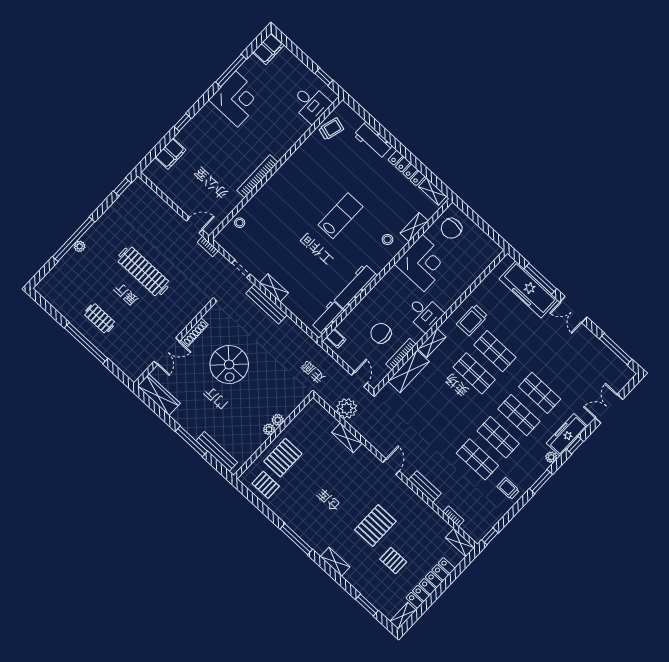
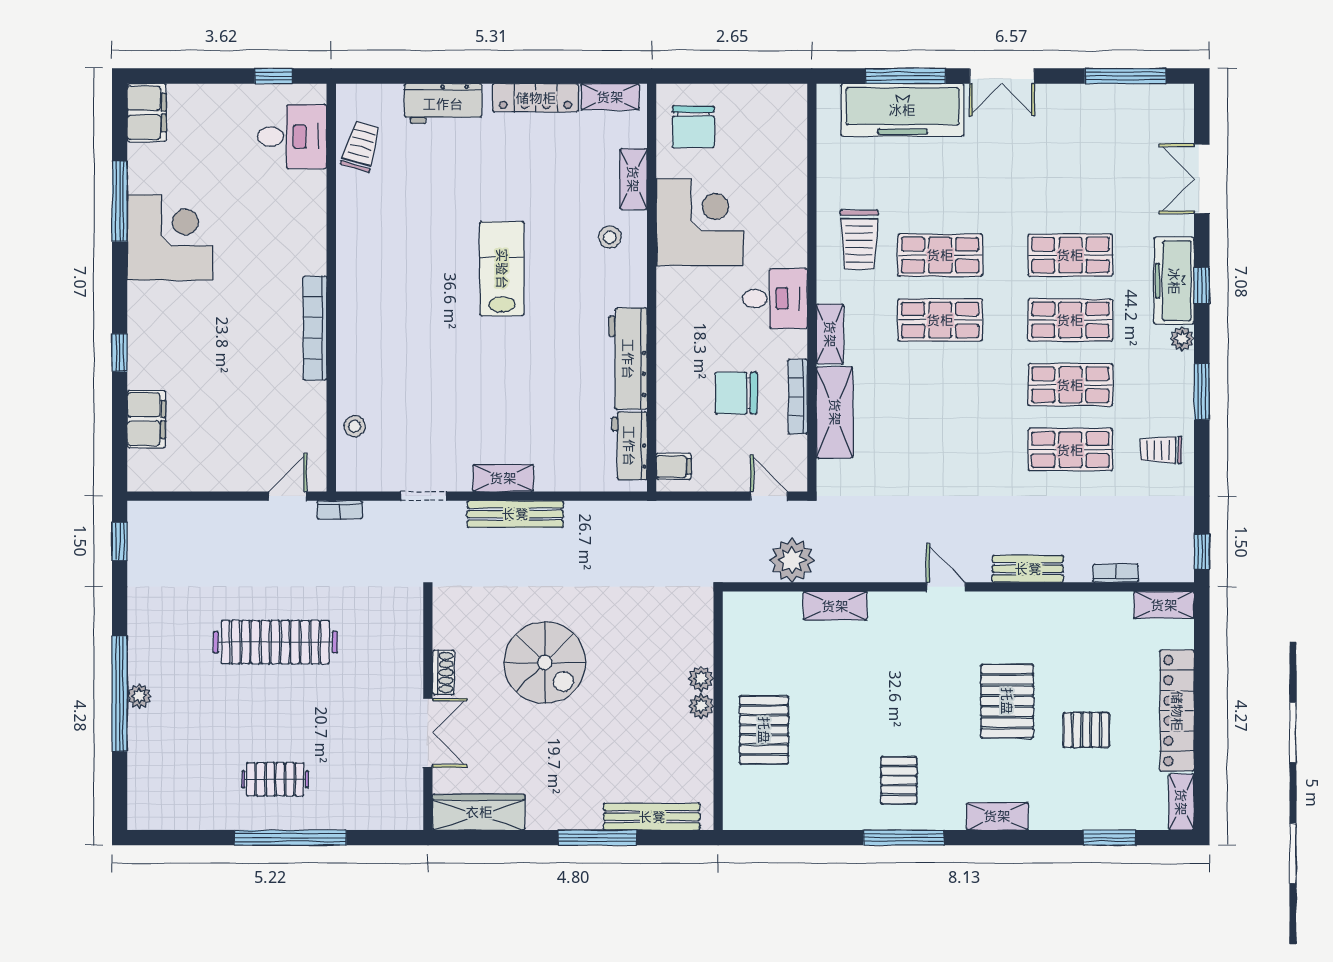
shoe rack: (194, 332) -> (443, 672), width x0.70
pallet: (266, 485) -> (899, 780), moved, turned 90

